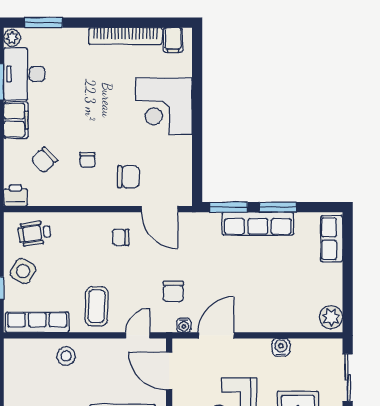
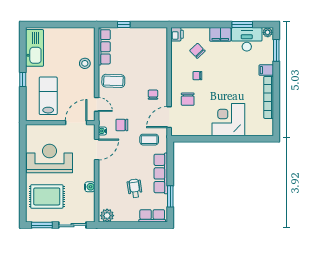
filing cabinet: (173, 40) -> (266, 70), moved
window: (229, 207) -> (170, 157), removed
window: (278, 207) -> (170, 196), moved
wheelchair: (34, 233) -> (135, 188), moved
coffee table: (199, 244) -> (149, 140), added
side table: (23, 271) -> (134, 39), removed
door: (216, 335) -> (97, 150), hinge flipped

